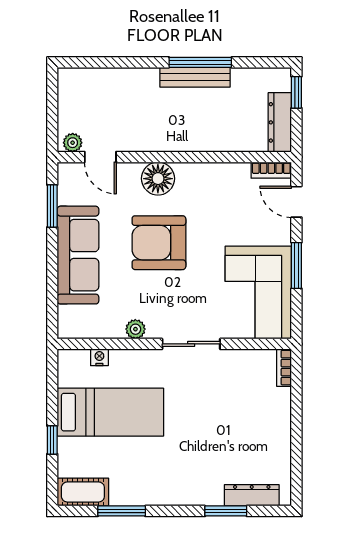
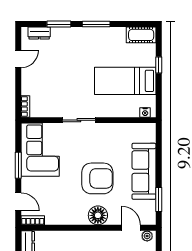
plant: (135, 329) -> (111, 129), removed
nightstand: (99, 357) -> (145, 112), moved
door: (296, 450) -> (18, 59), added
dresser: (252, 495) -> (39, 33), width x0.70
window: (122, 511) -> (96, 24), moved

